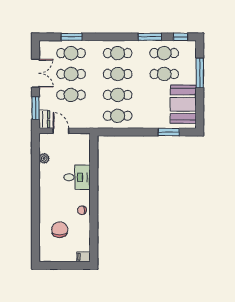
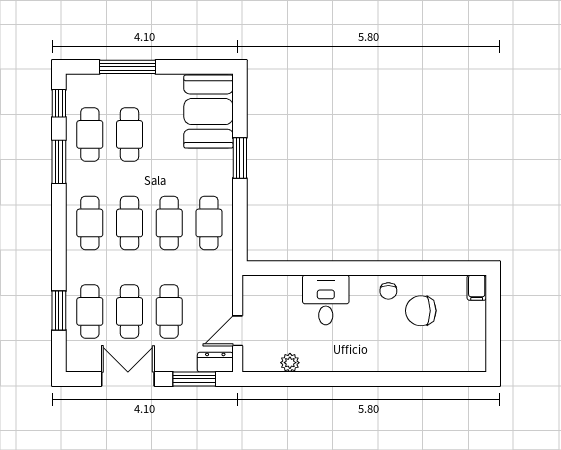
booth: (183, 104) -> (208, 112), moved, turned 90
window: (169, 132) -> (240, 158), moved
chair: (60, 230) -> (421, 311), moved

